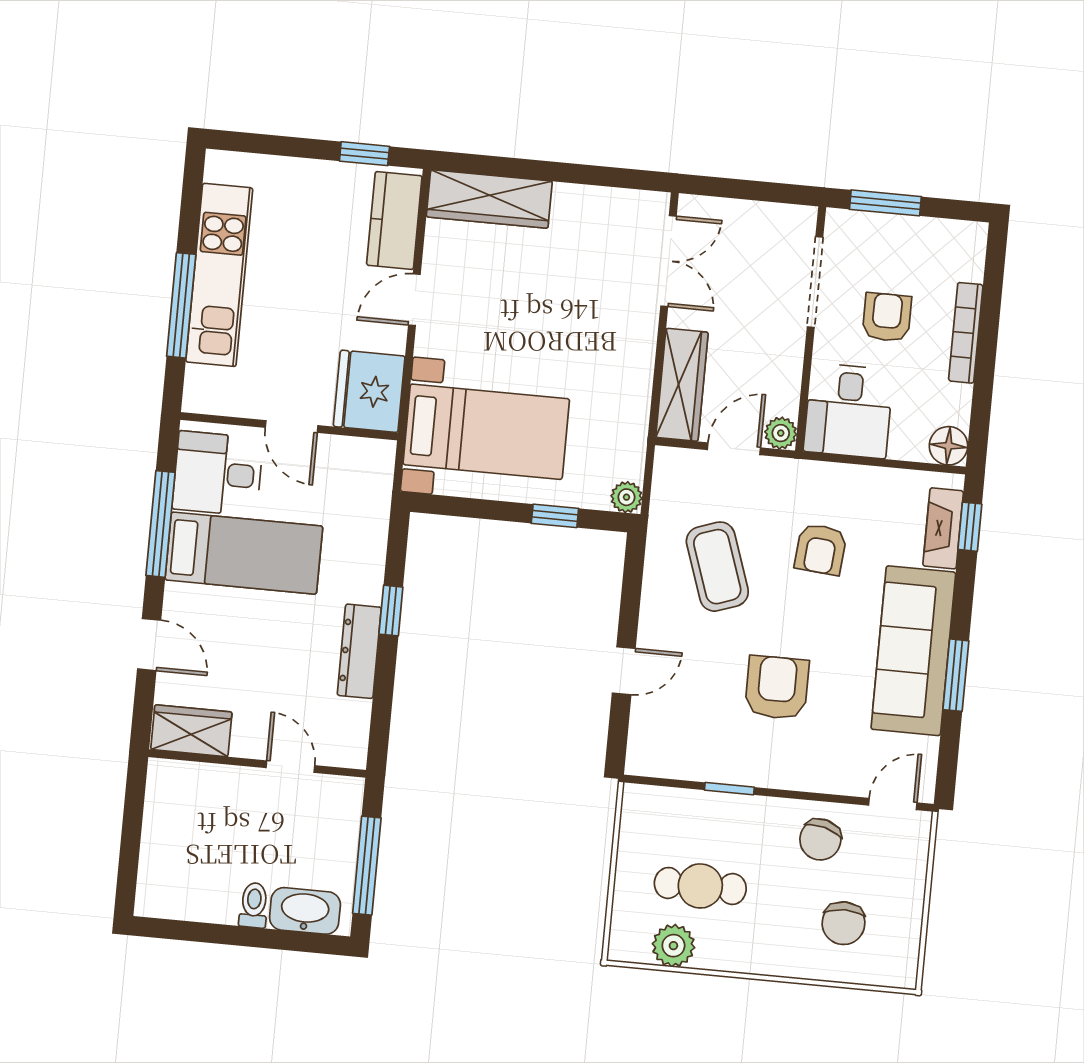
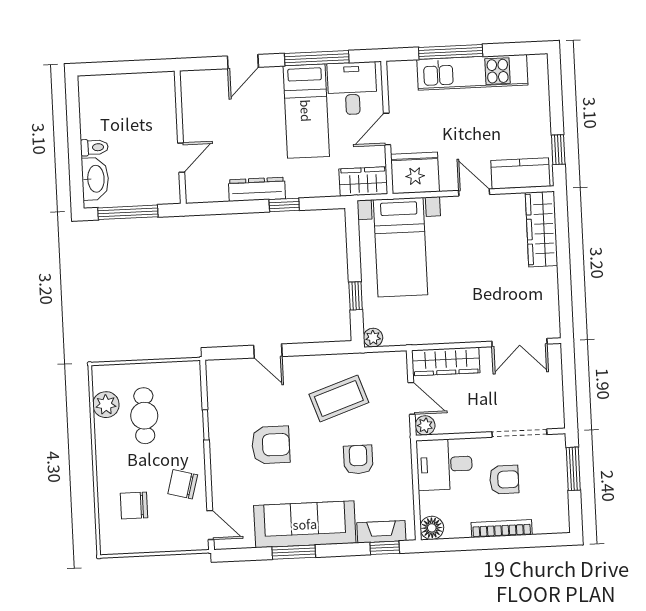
armchair: (821, 549) -> (358, 459), turned 85
wardrobe: (191, 731) -> (363, 181), moved, turned -90

